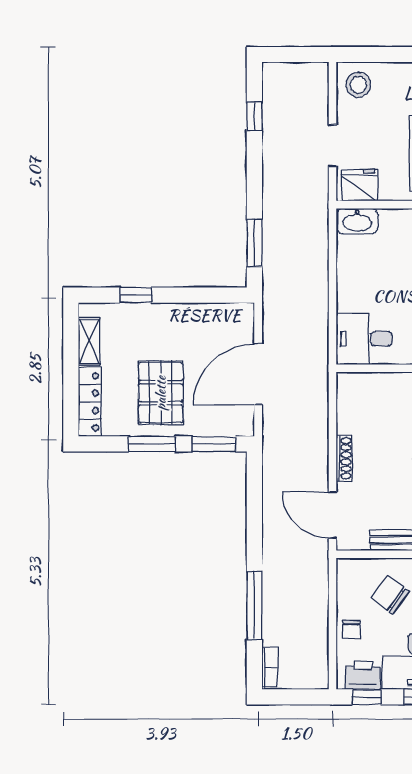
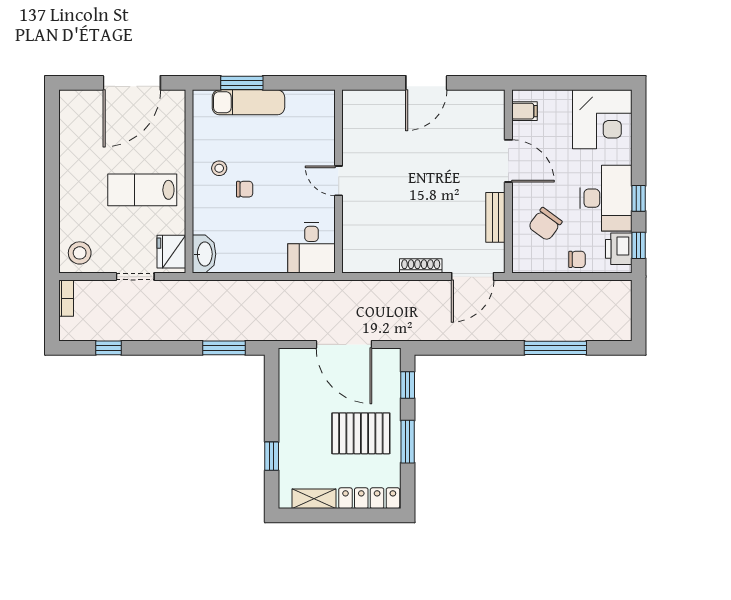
window: (214, 444) -> (408, 385), width x0.67
bookcase: (270, 667) -> (66, 298), moved, turned 90

